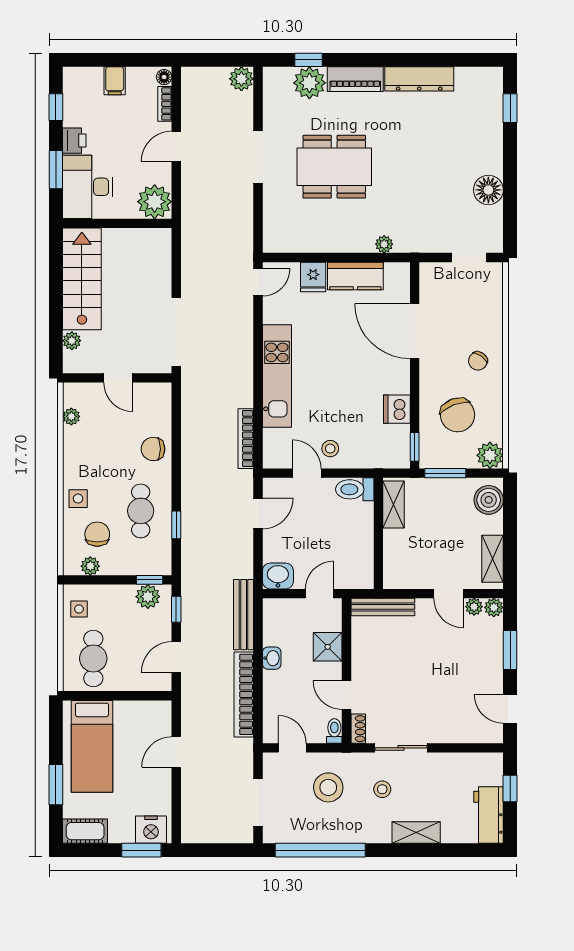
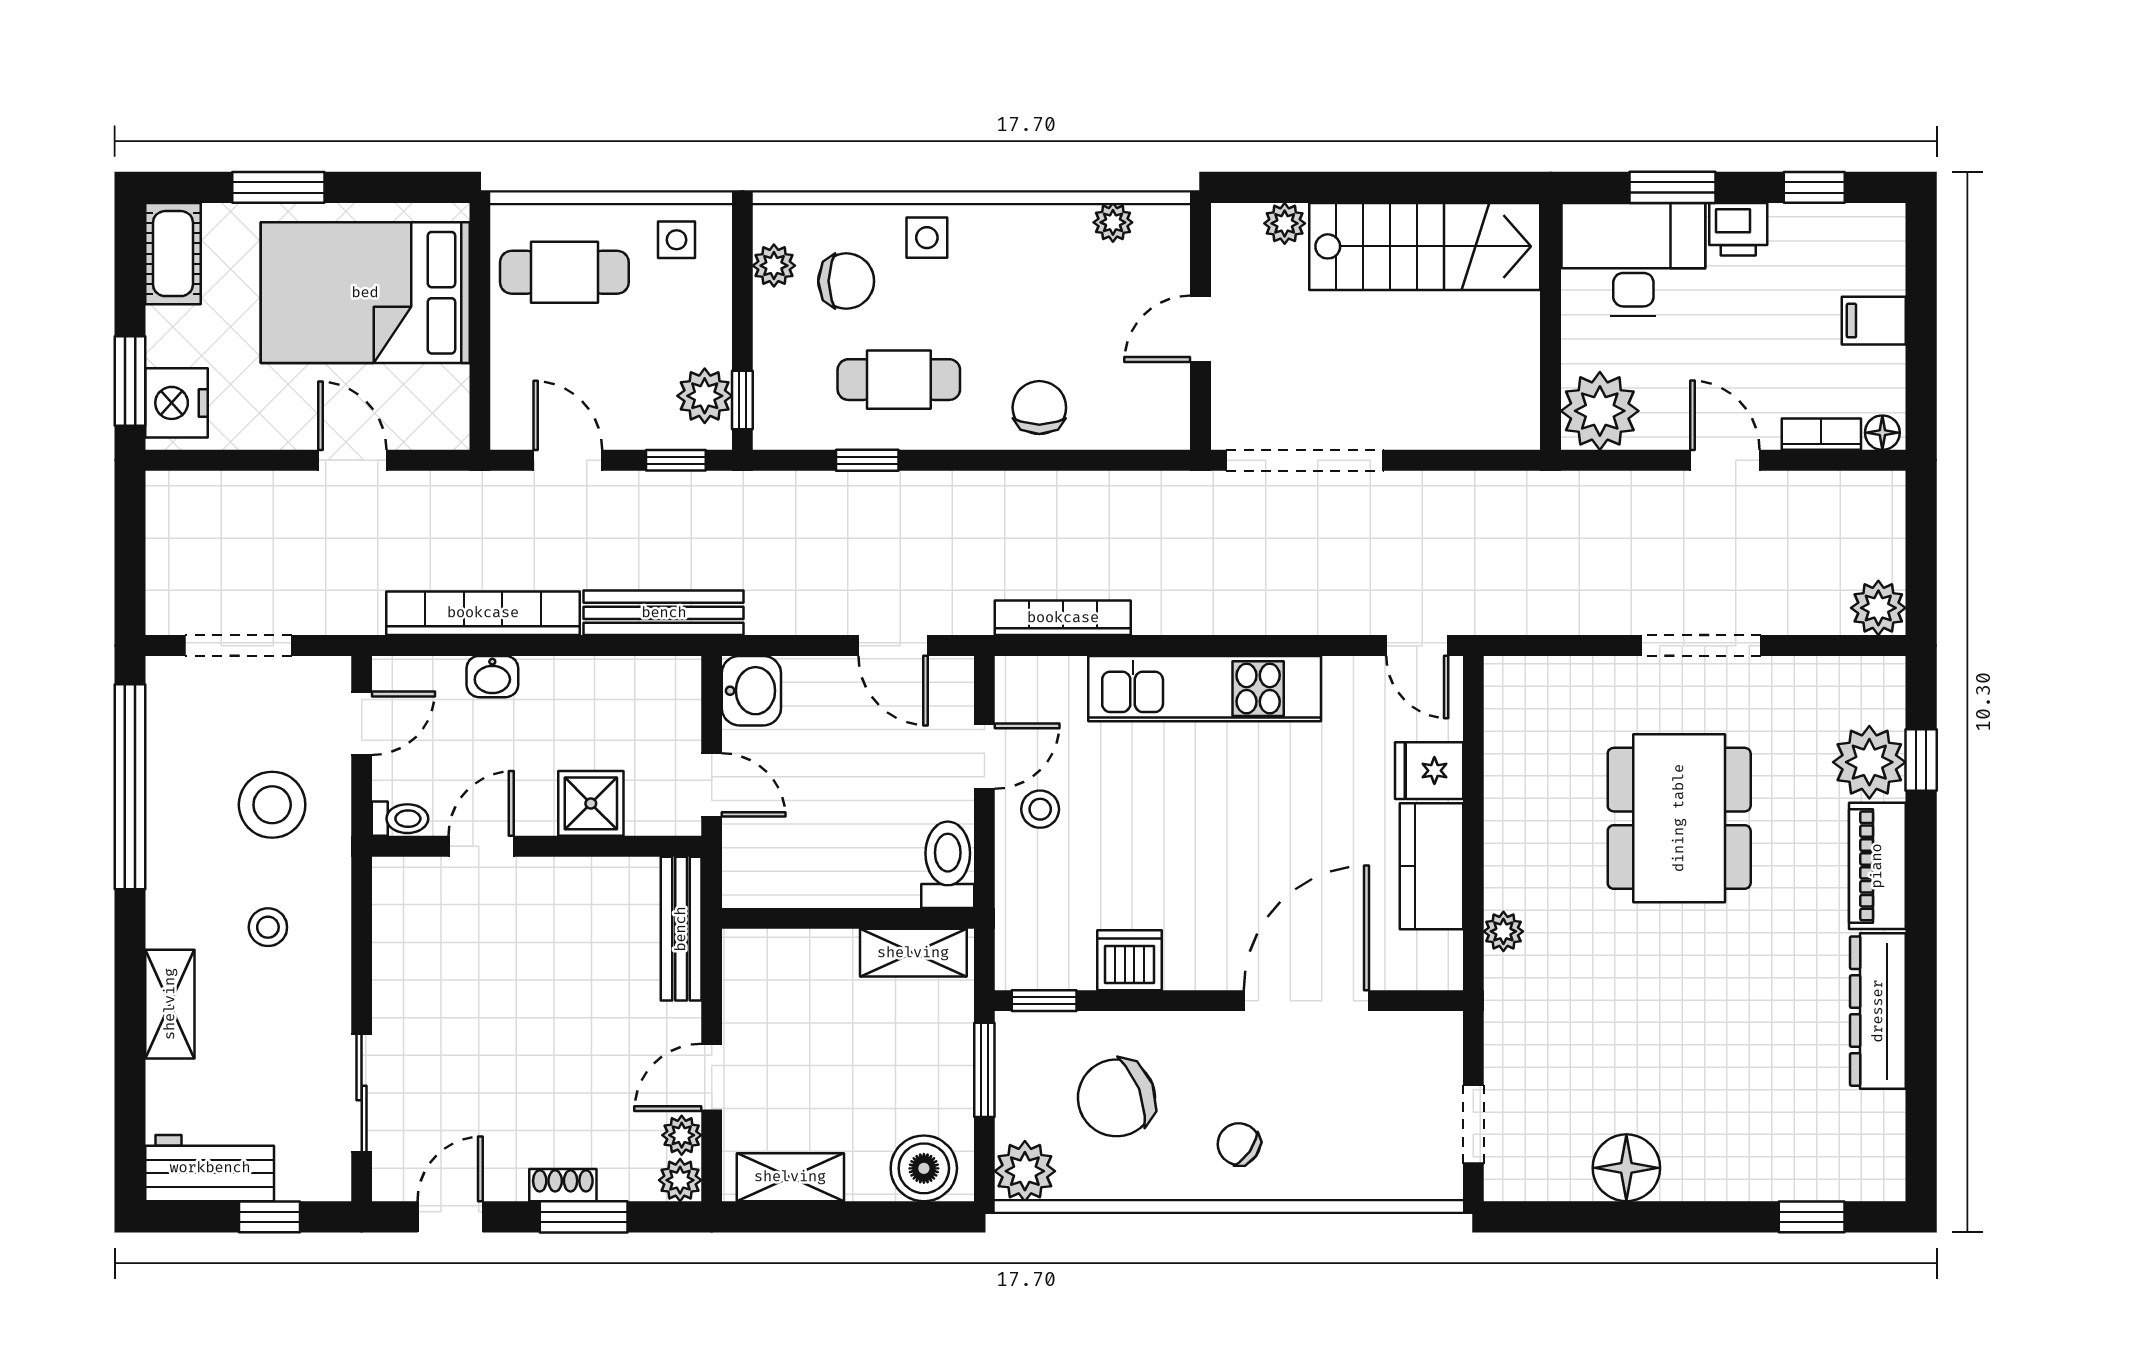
washbasin: (272, 658) -> (492, 677), moved
shoe rack: (358, 729) -> (563, 1185), moved, turned 180
bed: (92, 746) -> (365, 293), width x1.50
sliding door: (401, 748) -> (362, 1093), moved

